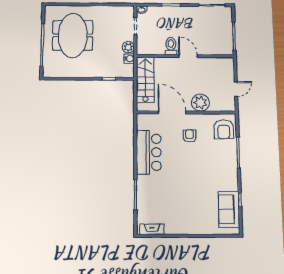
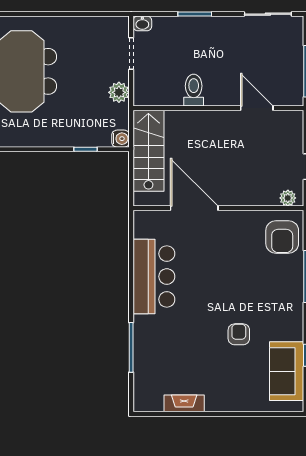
door: (188, 56) -> (257, 108), moved
water cooler: (129, 59) -> (121, 139), moved
plant: (200, 103) -> (288, 198), moved, width x0.53, depth x0.53
armchair: (190, 136) -> (239, 334), moved
fireplace: (152, 229) -> (184, 403), moved

